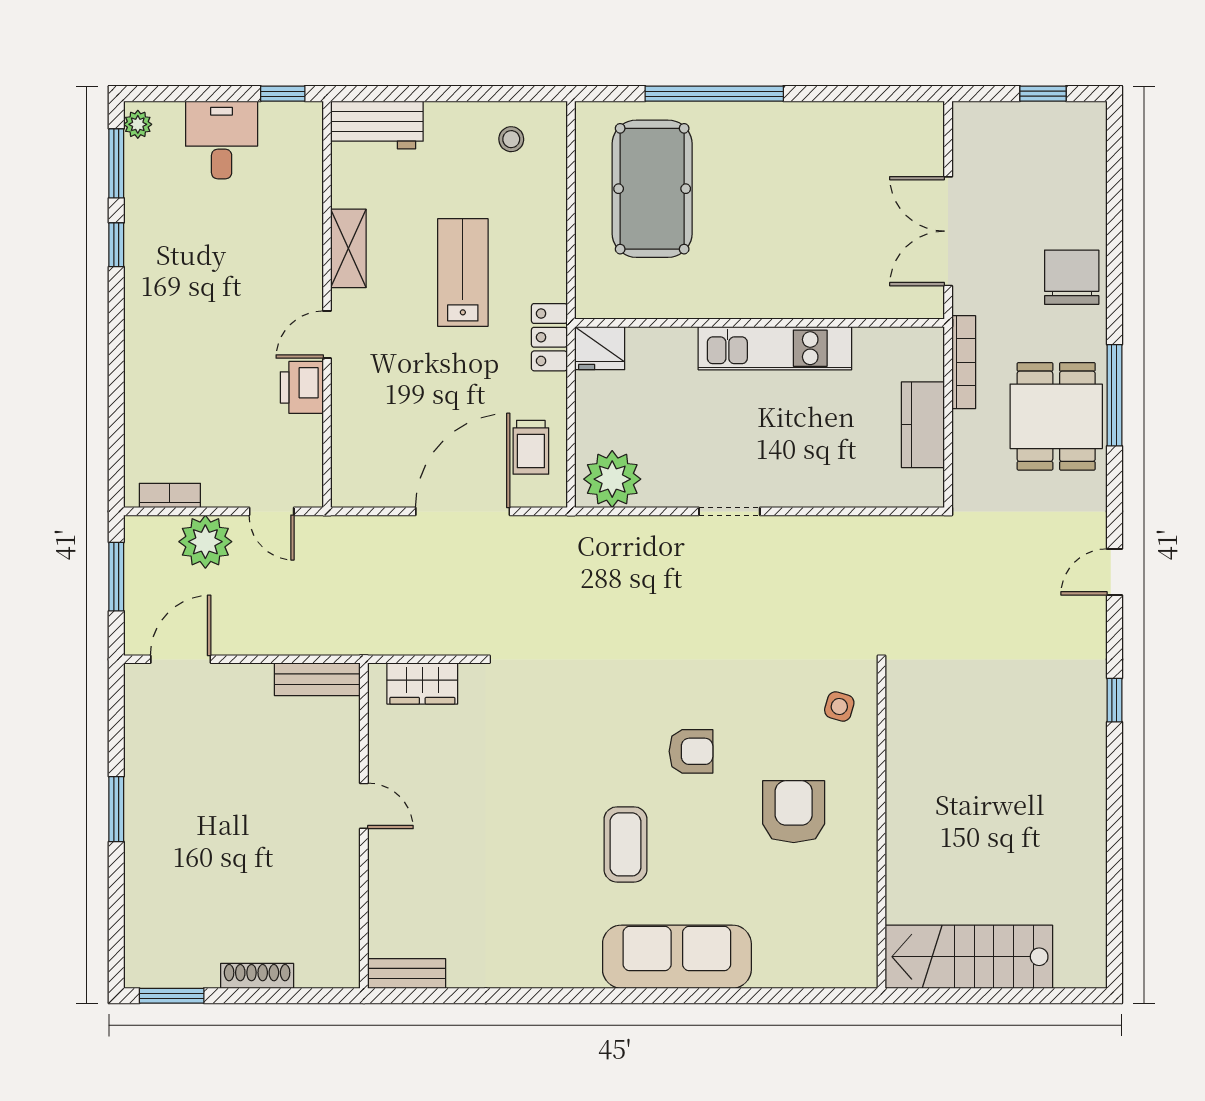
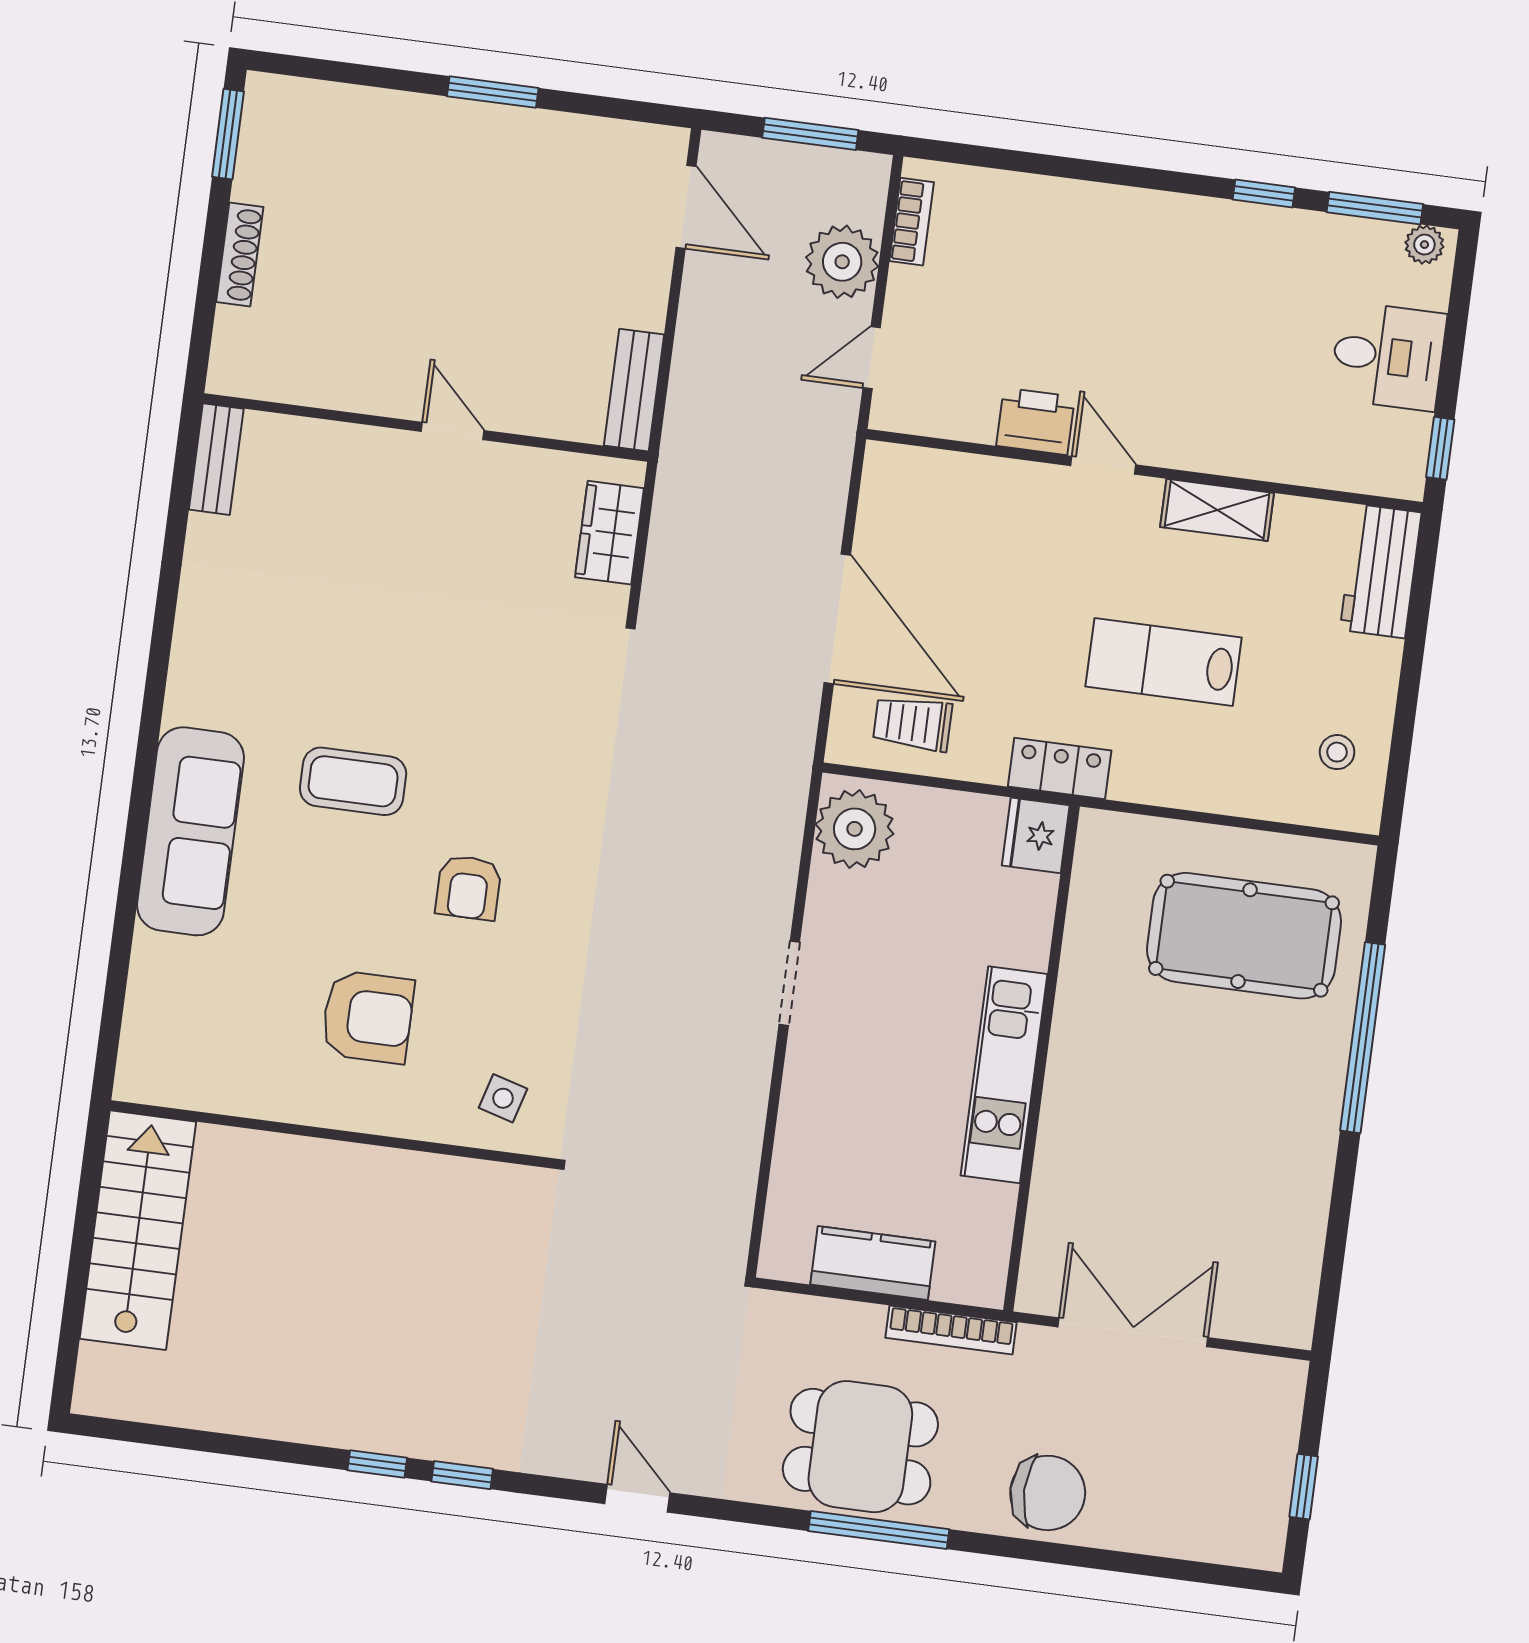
lab bench: (463, 272) -> (1164, 662), turned 180
window: (1114, 762) -> (377, 1464), added
door: (364, 806) -> (453, 431), swing flipped

